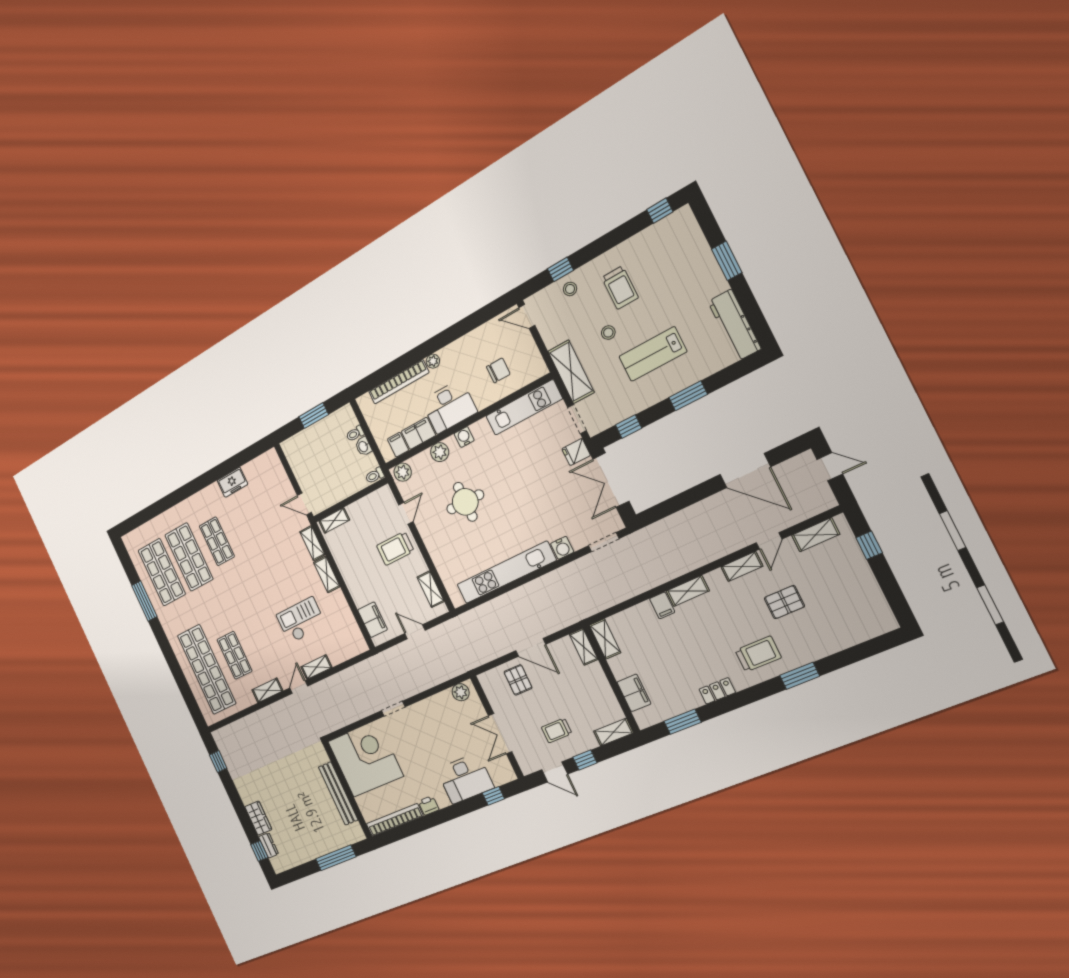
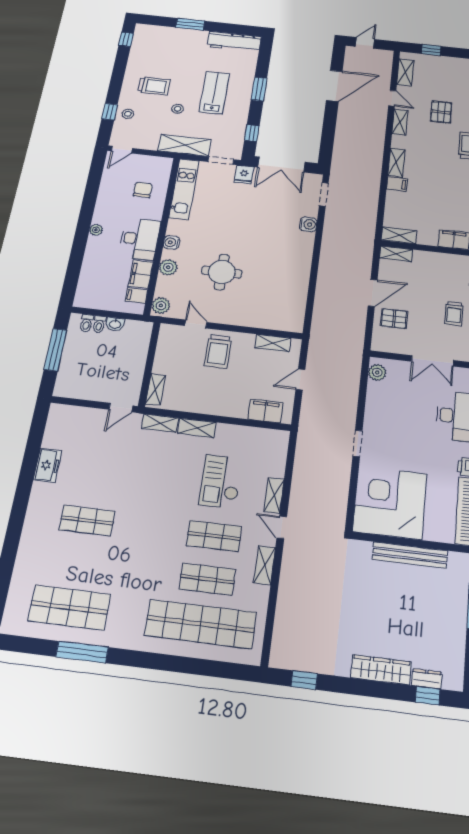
lab bench: (653, 354) -> (214, 93), turned 180
bookcase: (399, 382) -> (89, 264), removed
window: (314, 416) -> (55, 350), width x1.44
toilet: (375, 475) -> (86, 323), moved
shop shelf: (189, 557) -> (214, 536), moved, width x0.70, depth x0.74
kitchen unit: (506, 573) -> (300, 275), removed
wardrobe: (258, 818) -> (381, 670), width x1.50

